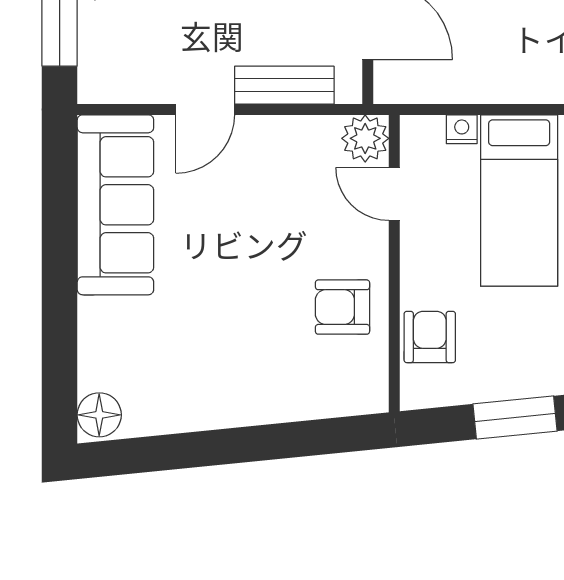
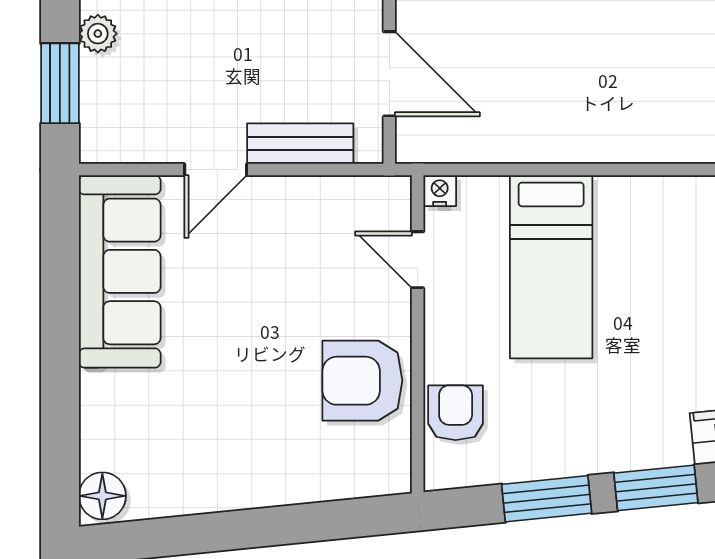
nightstand: (462, 129) -> (440, 191), moved
plant: (365, 138) -> (387, 201), removed
armchair: (343, 307) -> (362, 381), width x1.38, depth x1.38

